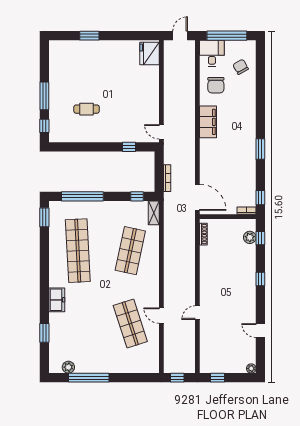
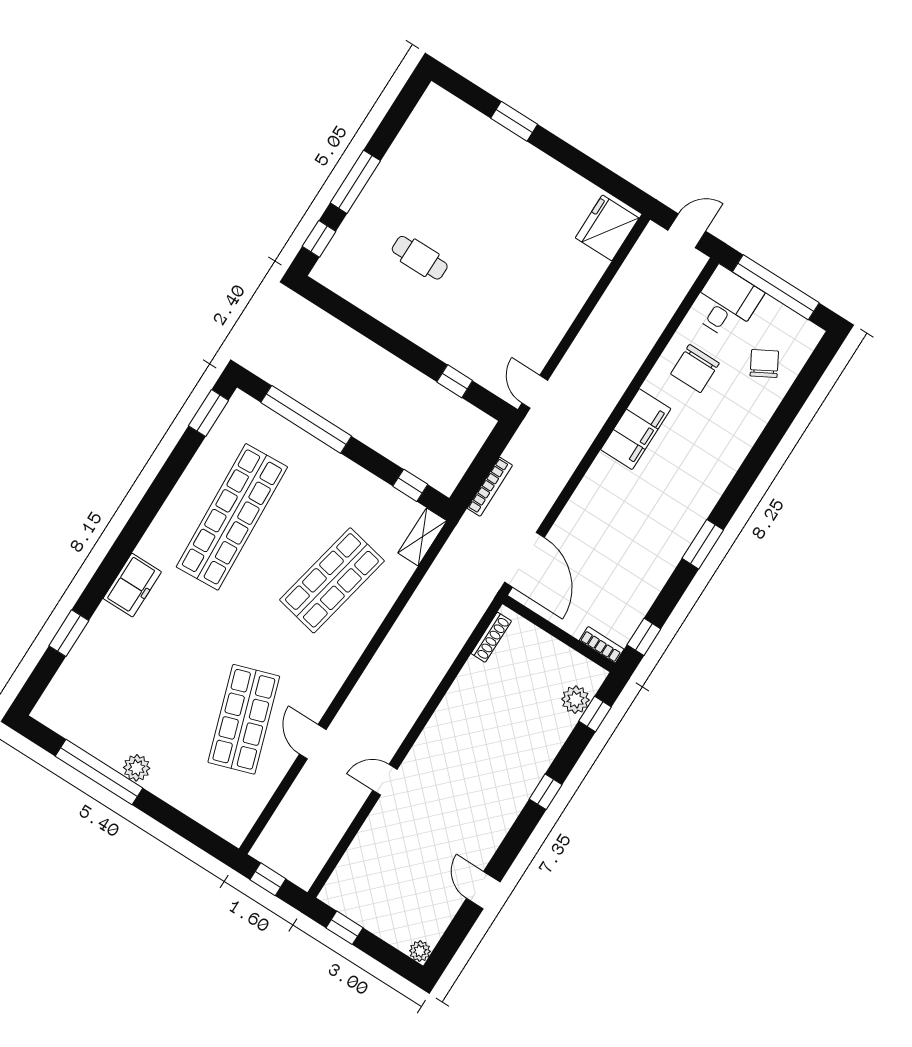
plant: (68, 367) -> (137, 768), moved

